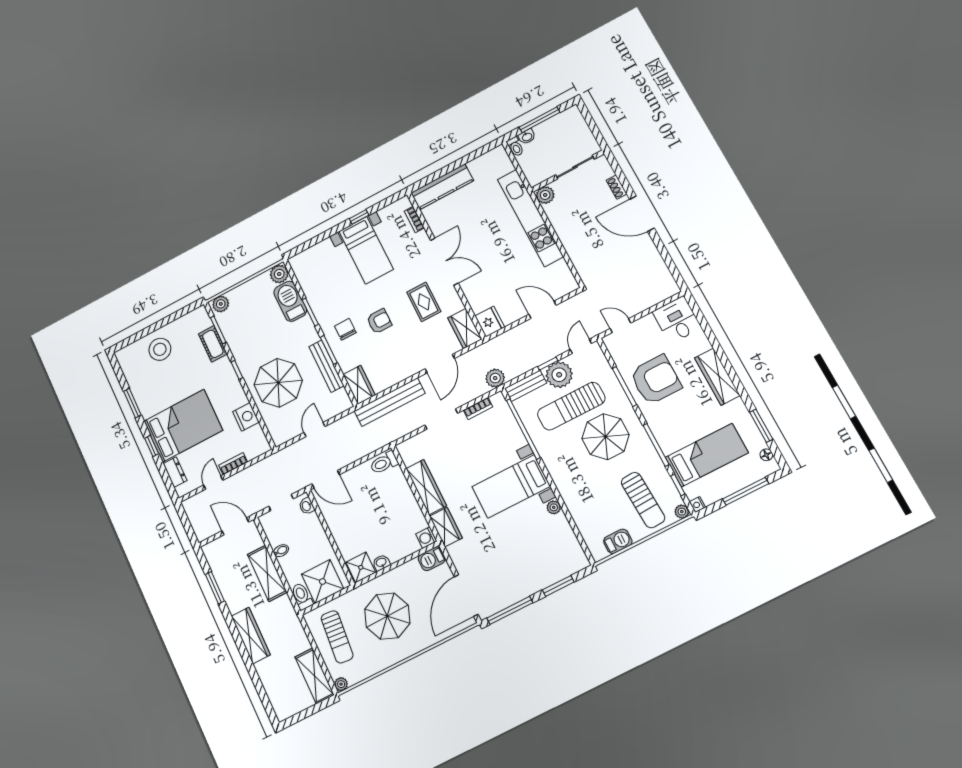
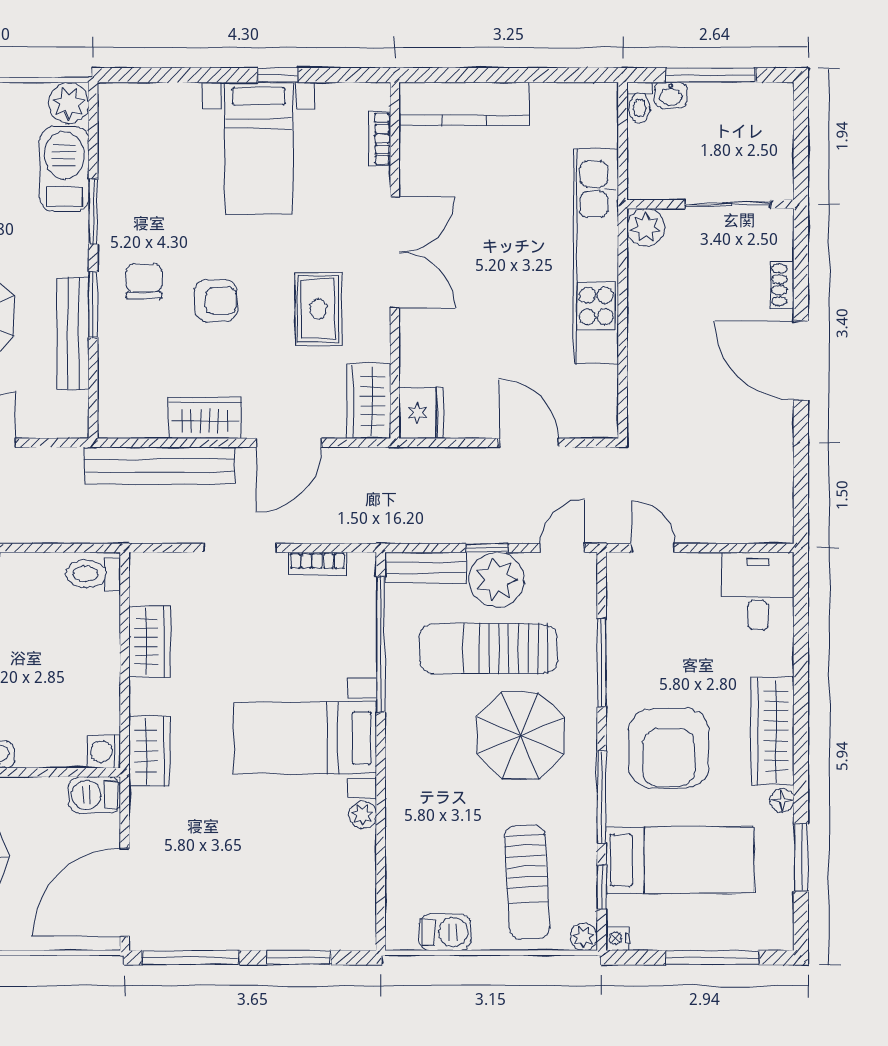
plant: (495, 378) -> (377, 524), removed
armchair: (656, 380) -> (669, 748), moved, turned 90
wardrobe: (359, 385) -> (205, 418), moved, turned -90
floor lamp: (766, 455) -> (782, 800), moved
wardrobe: (426, 487) -> (150, 642), width x0.67

